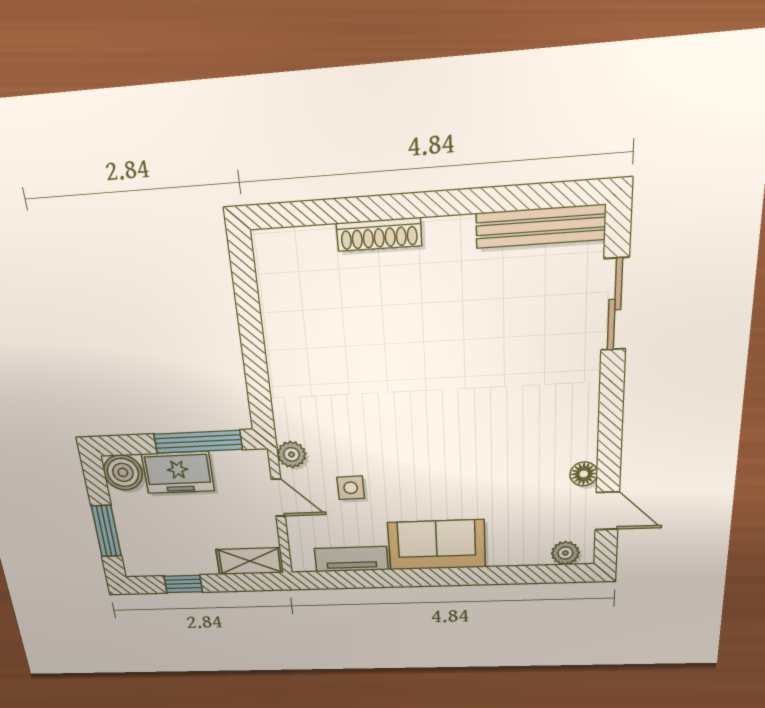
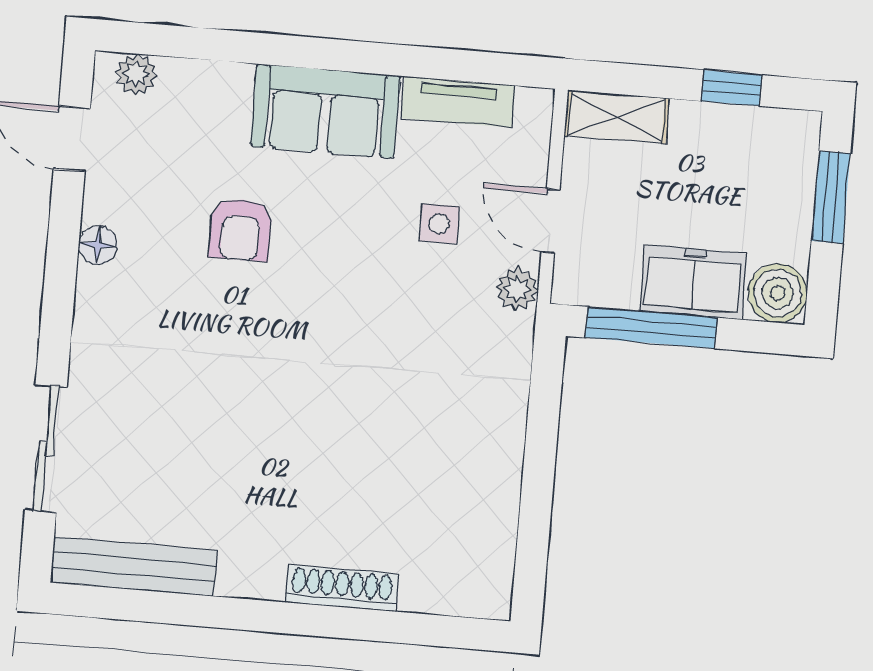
armchair: (485, 469) -> (240, 230), added
floor lamp: (584, 474) -> (98, 245), moved

